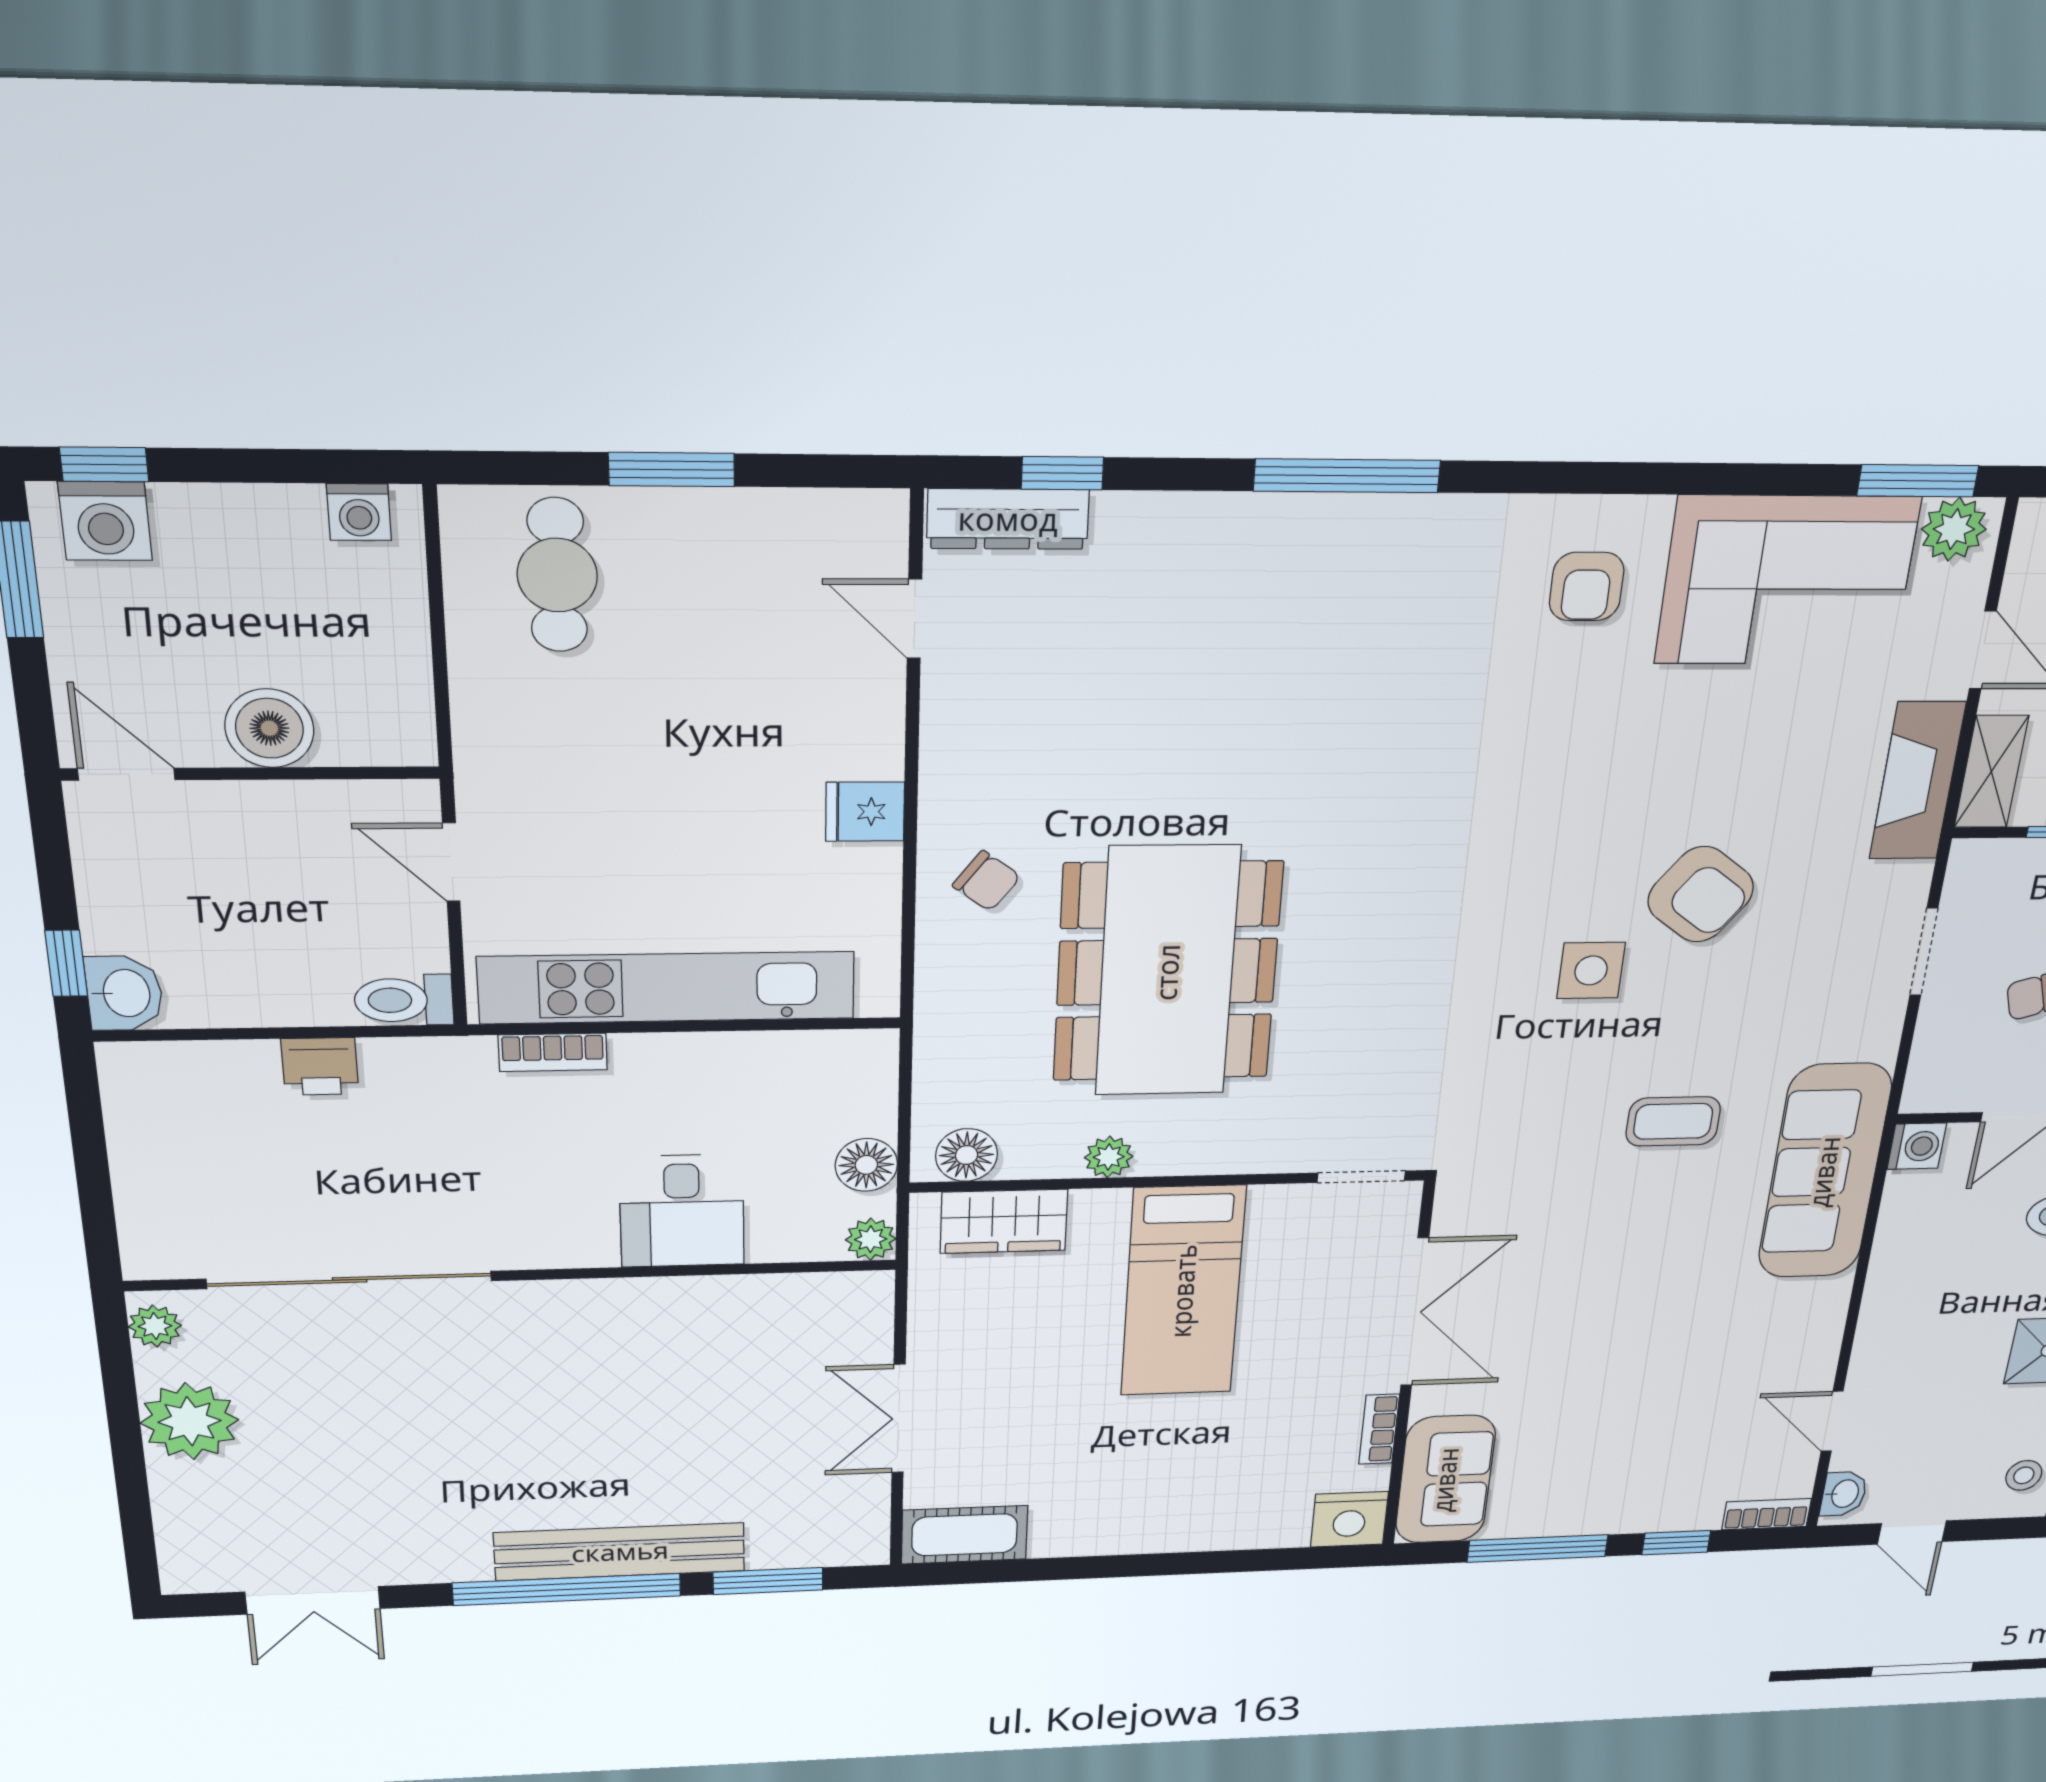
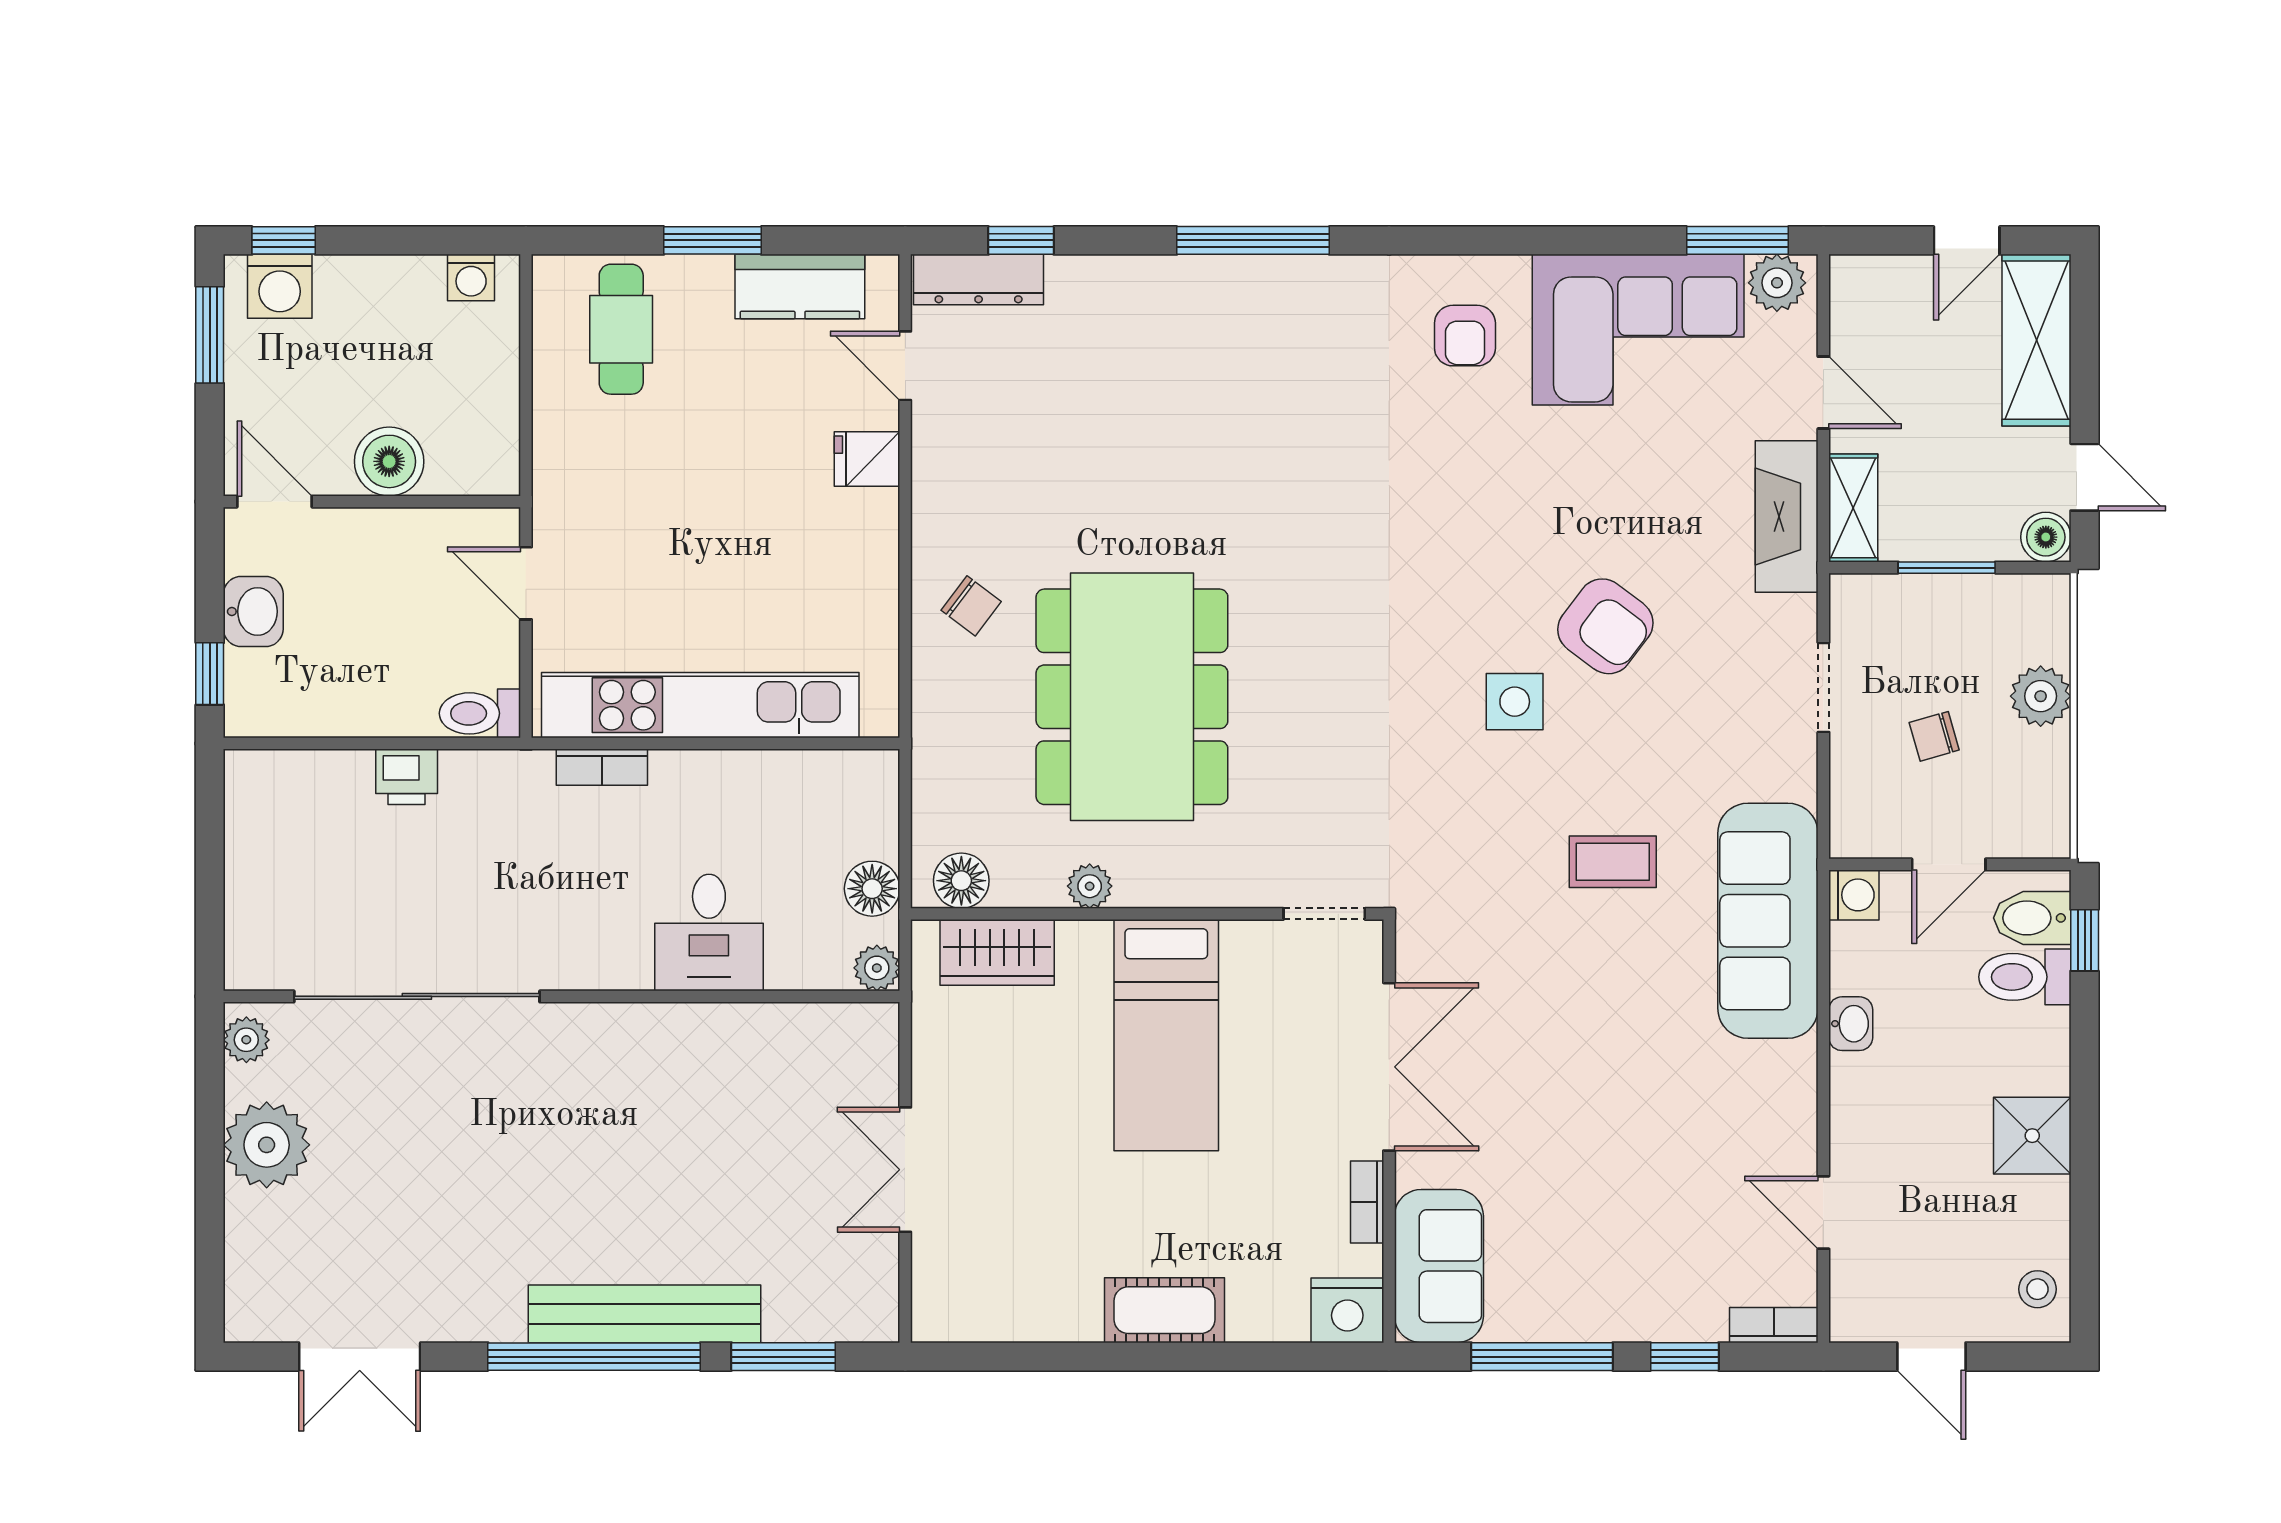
kitchen counter: (784, 526) -> (800, 287), added
fridge: (865, 812) -> (867, 459), moved
washbasin: (124, 993) -> (253, 611), moved
washbasin: (1844, 1494) -> (1851, 1024), moved
cot: (965, 1535) -> (1165, 1310), moved

